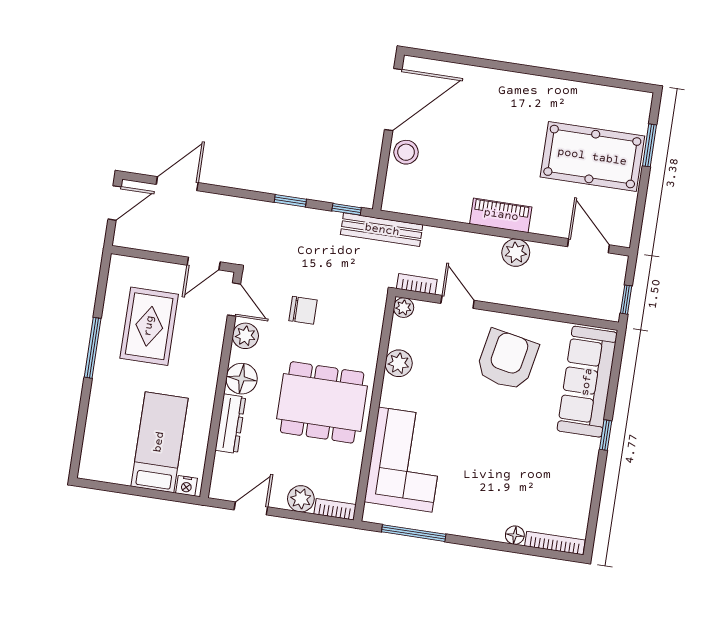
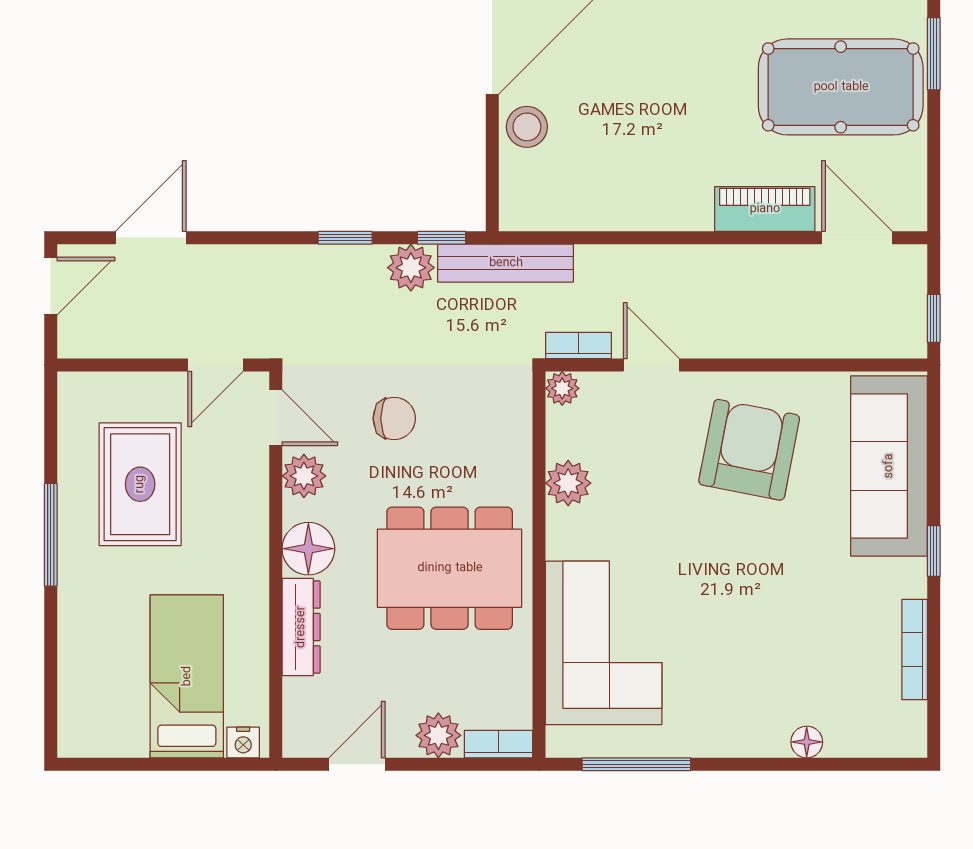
piano: (501, 215) -> (765, 209), moved
plant: (516, 253) -> (411, 268), moved
bookcase: (555, 543) -> (915, 649), moved, turned -90

